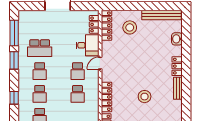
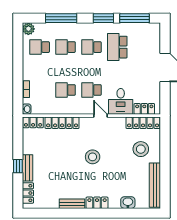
stool: (145, 97) -> (93, 157), moved
window: (14, 98) -> (61, 18), width x2.17

